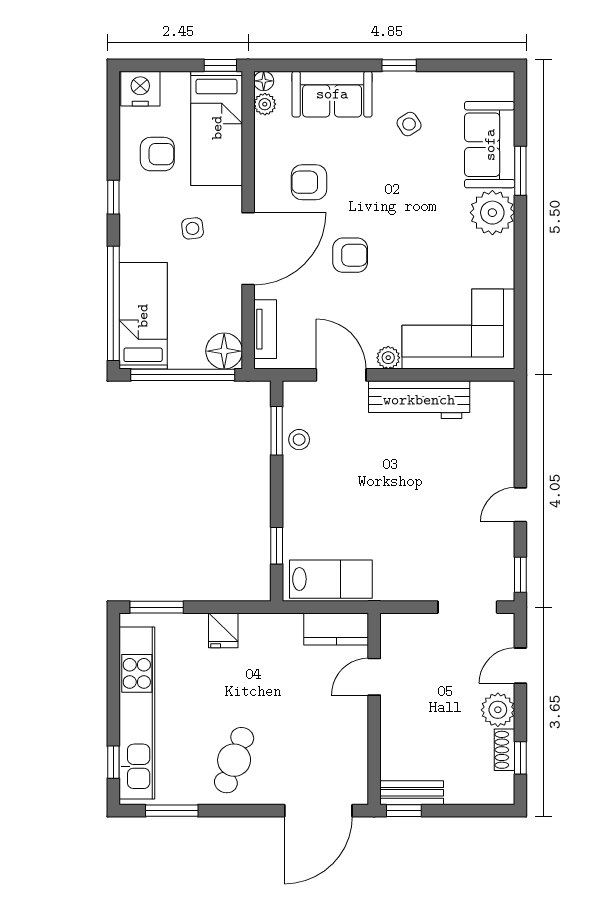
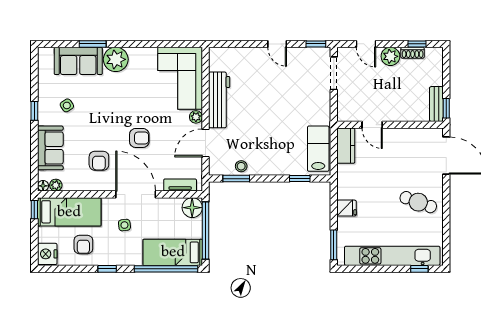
armchair: (157, 154) -> (83, 245), turned 180
armchair: (350, 255) -> (139, 138), turned 90
window: (172, 811) -> (446, 237), removed

